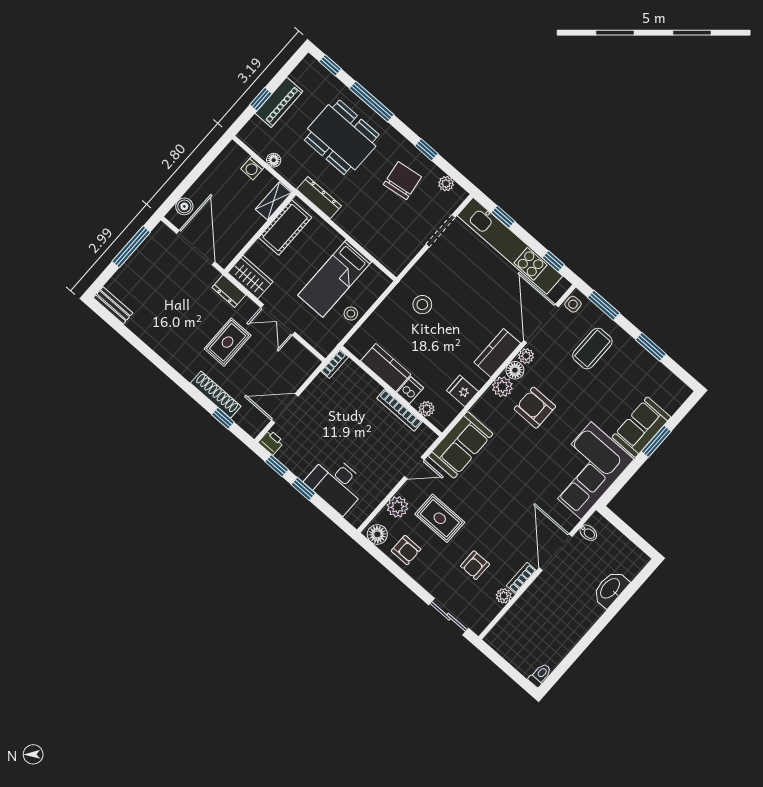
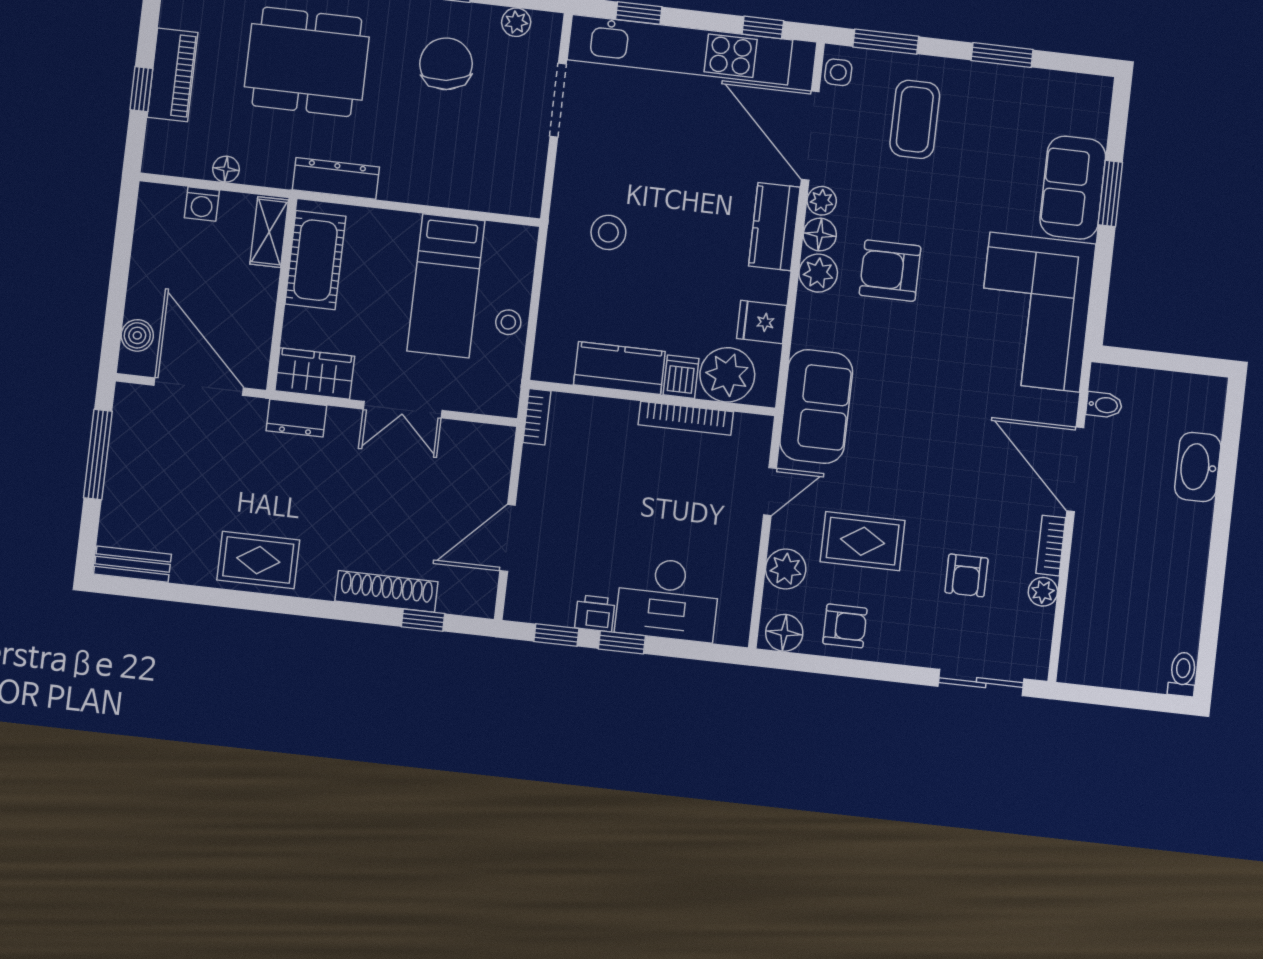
rug: (228, 342) -> (258, 560), moved, turned 90
plant: (427, 409) -> (727, 375), width x1.87, depth x1.87
printer: (271, 442) -> (595, 613), moved

